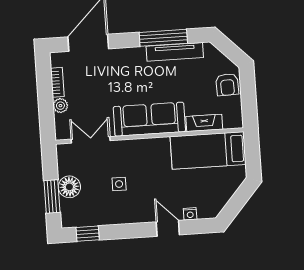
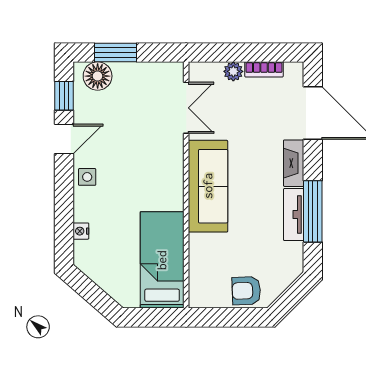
tv unit: (175, 52) -> (294, 215), width x0.71
fireplace: (204, 123) -> (294, 163), moved, turned 180
side table: (119, 184) -> (87, 177), moved
floor lamp: (69, 187) -> (98, 76), moved
door: (168, 228) -> (64, 139), moved

